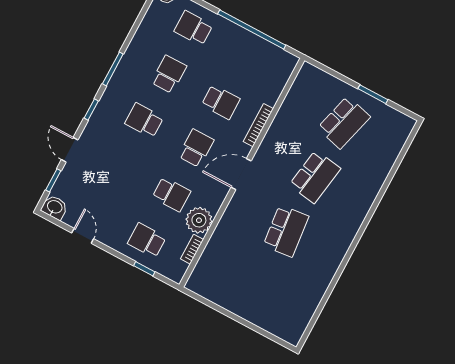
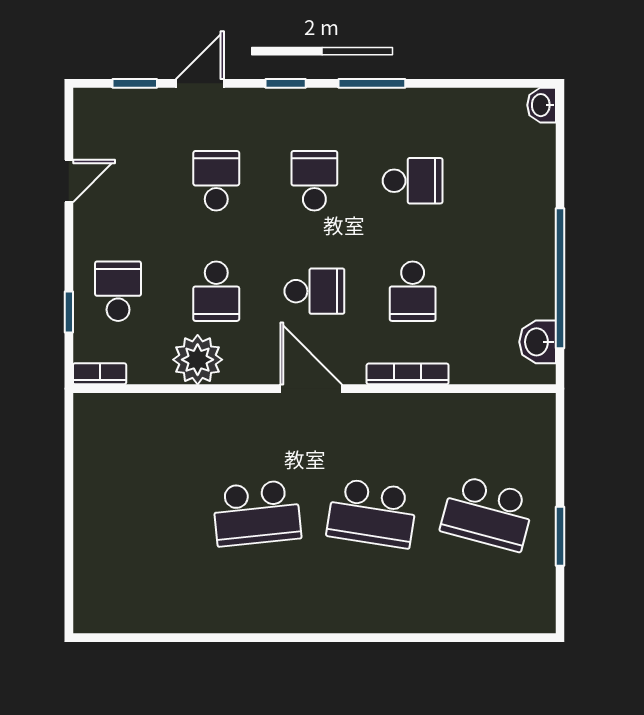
school desk: (193, 28) -> (216, 181), moved
washbasin: (54, 207) -> (538, 342), moved, turned 180
bookcase: (192, 249) -> (100, 374), moved

